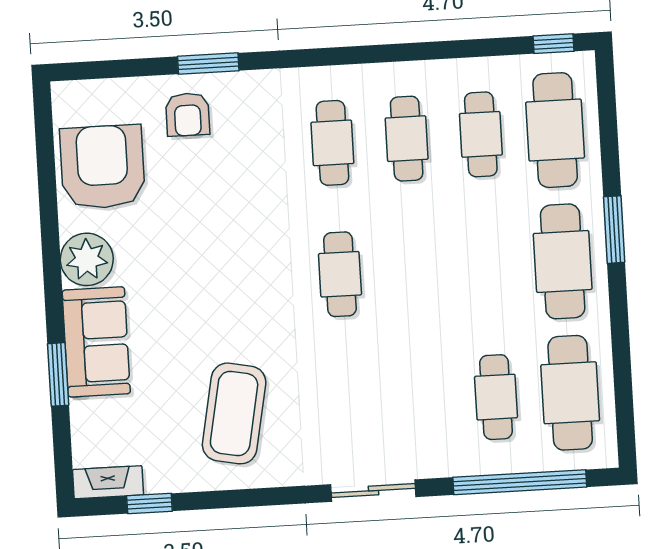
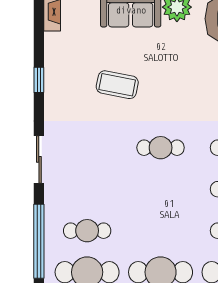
coffee table: (234, 413) -> (117, 85), moved, width x0.73, depth x0.76
window: (149, 504) -> (39, 80), moved

